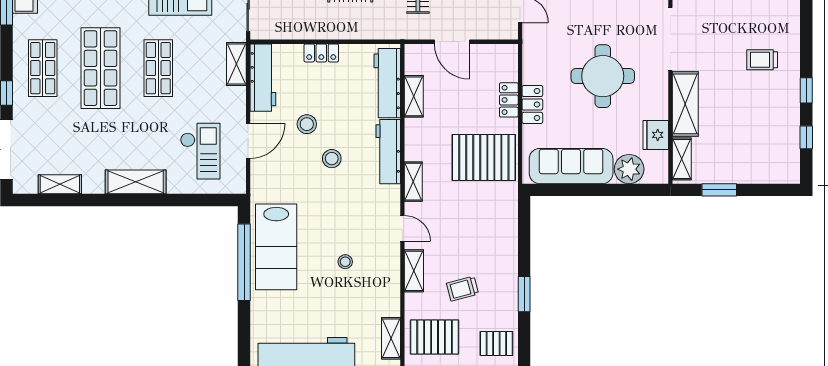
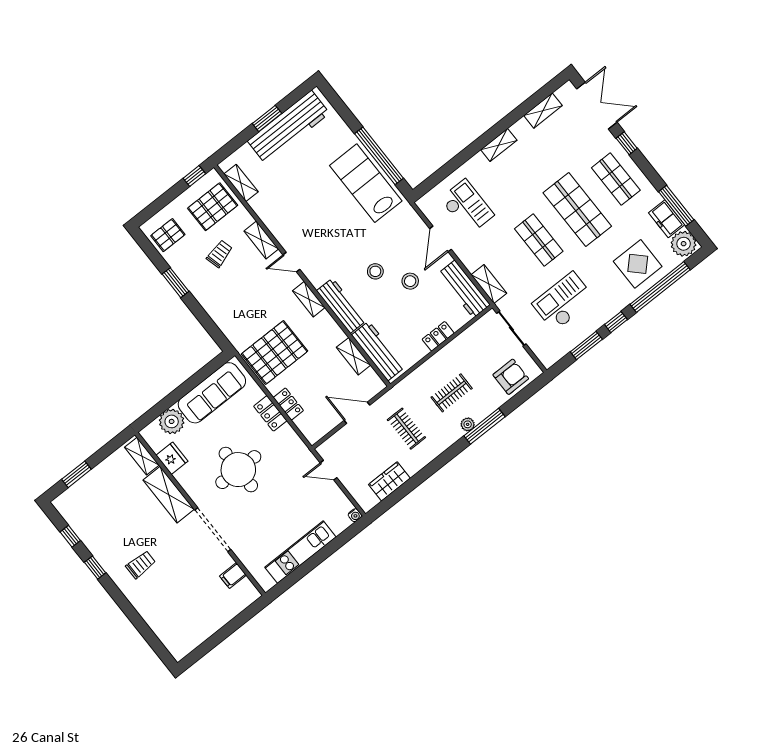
checkout: (200, 151) -> (467, 207), turned 180
shelving: (136, 182) -> (499, 145), width x0.67, depth x0.75
window: (719, 190) -> (76, 474), moved
stool: (345, 262) -> (312, 210), removed

